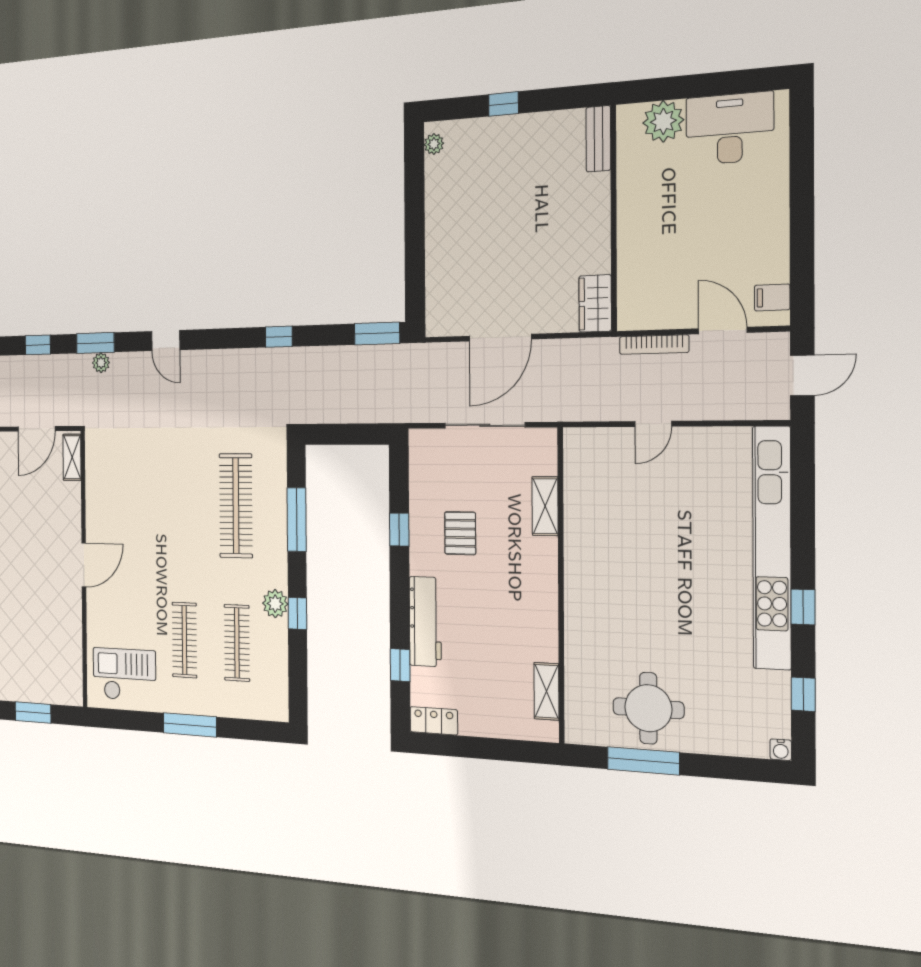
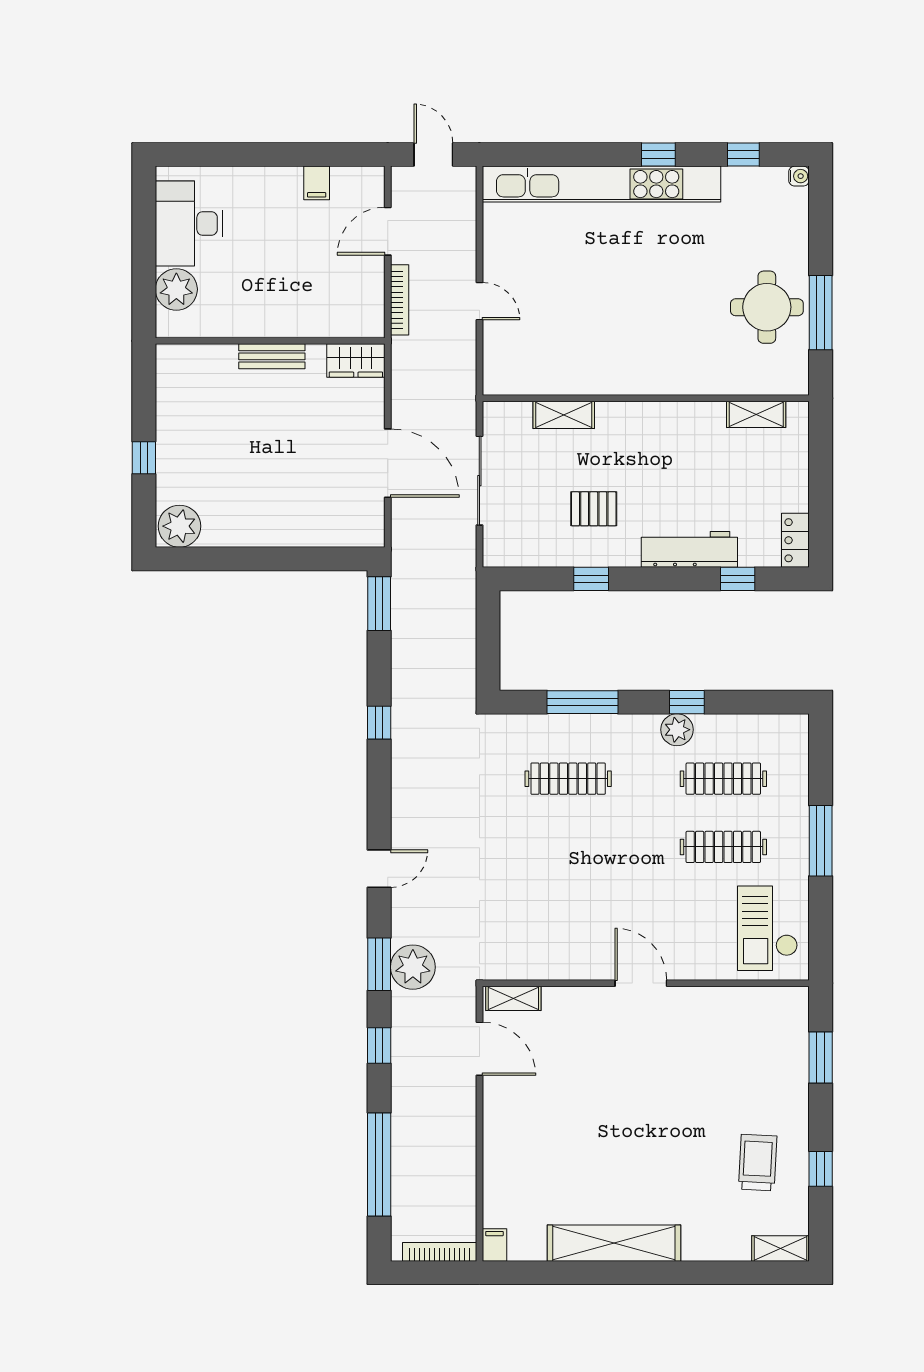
bench: (598, 139) -> (272, 356), moved
plant: (434, 144) -> (180, 526), width x1.87, depth x1.87
filing cabinet: (772, 297) -> (317, 183), moved
plant: (101, 363) -> (413, 967), width x1.88, depth x1.88
clothes rail: (236, 506) -> (568, 779), width x0.73, depth x0.76

